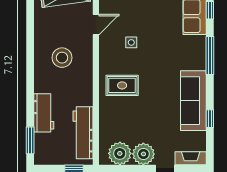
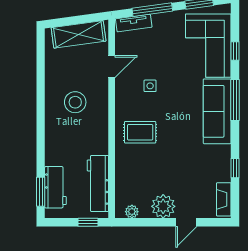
sofa: (193, 101) -> (217, 111), moved
workbench: (44, 113) -> (55, 187), moved
plant: (120, 153) -> (132, 212), width x0.53, depth x0.53
fireplace: (191, 158) -> (224, 199), moved, turned -90

